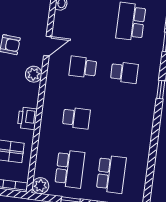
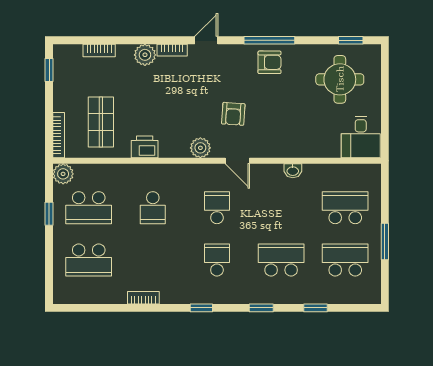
school desk: (124, 72) -> (217, 260), turned 180
bookcase: (147, 135) -> (143, 298), added

